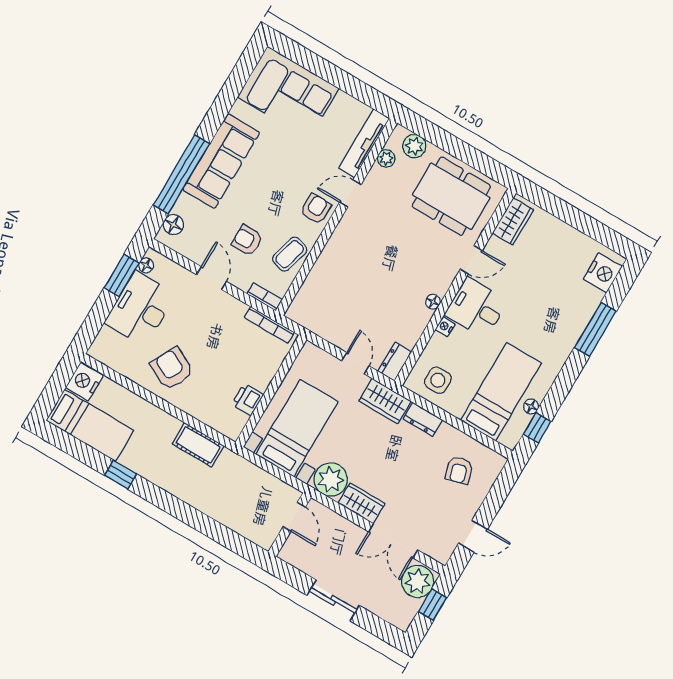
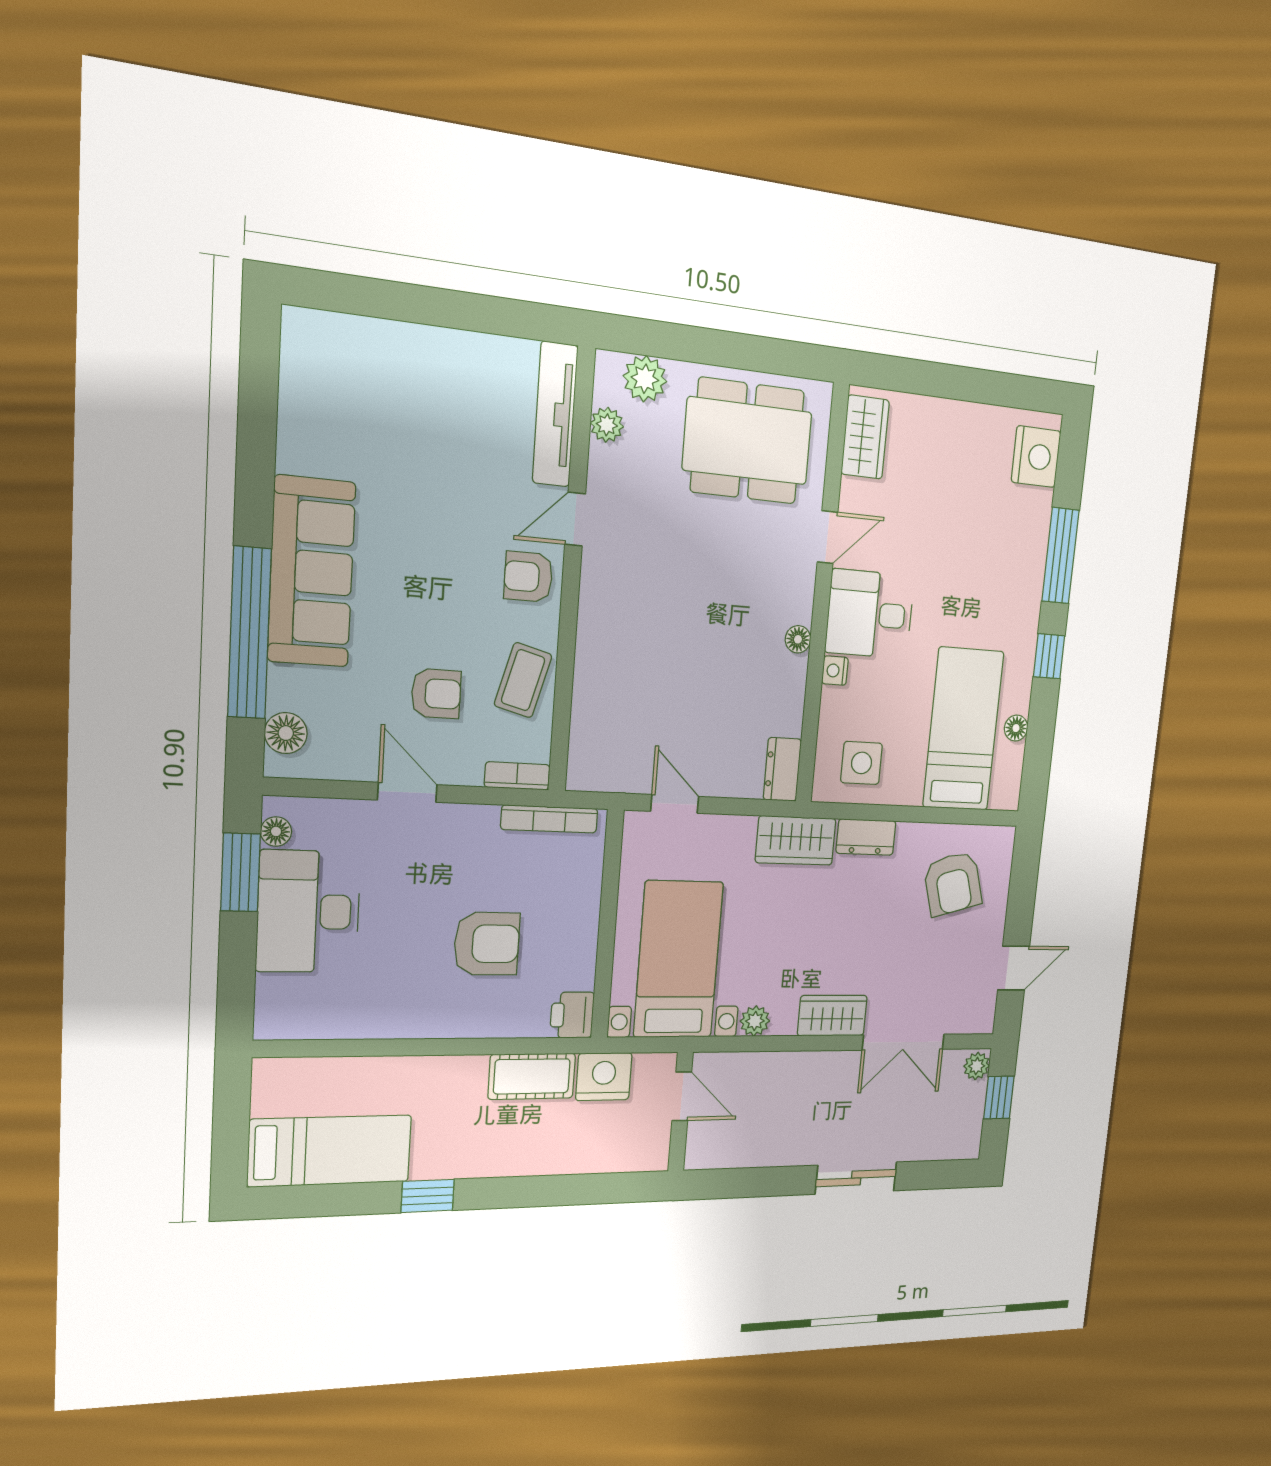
corner sofa: (288, 93) -> (369, 381), removed
armchair: (316, 209) -> (528, 577), turned -90
armchair: (247, 240) -> (436, 694), turned 180
door: (355, 363) -> (675, 804), moved
armchair: (172, 368) -> (487, 944), moved, turned 153
nightstand: (84, 382) -> (604, 1077), moved, turned 90
printer: (248, 400) -> (572, 1015), moved
window: (537, 428) -> (1049, 656), moved
armchair: (459, 470) -> (953, 884), width x1.38, depth x1.38
plant: (331, 480) -> (755, 1021), width x0.53, depth x0.53
door: (294, 517) -> (682, 1096), moved
wall: (290, 525) -> (681, 1112), moved
plant: (418, 581) -> (977, 1066), width x0.53, depth x0.53

